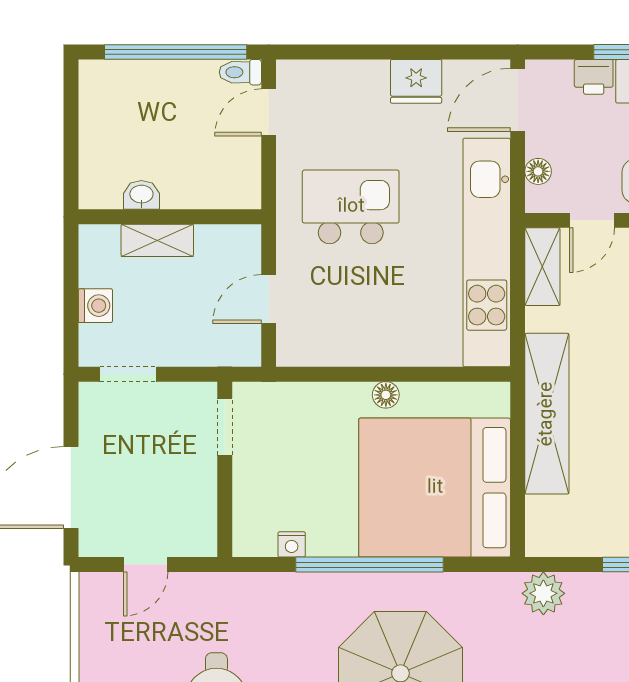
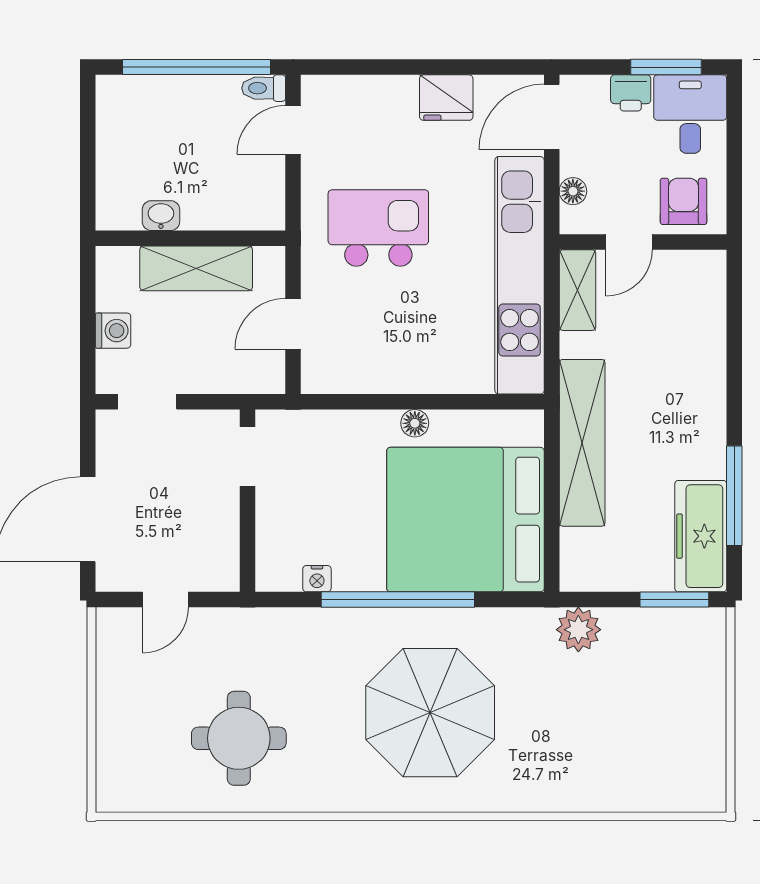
shelving: (157, 240) -> (196, 268), width x1.50, depth x1.33

